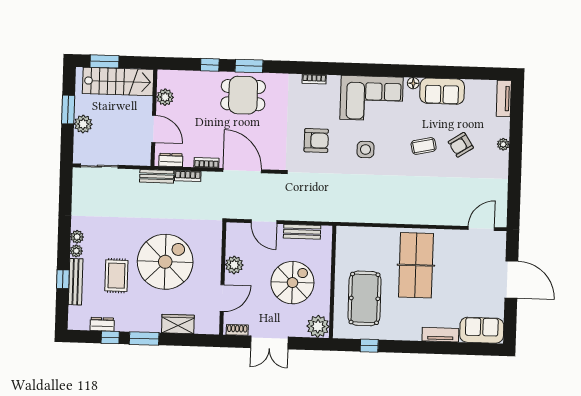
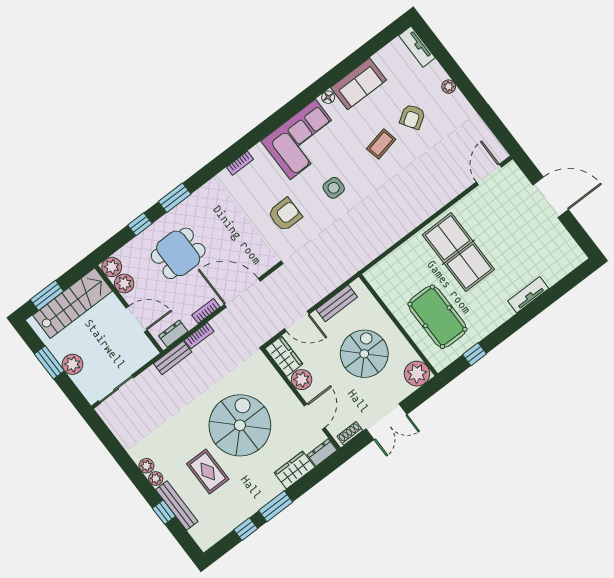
plant: (166, 78) -> (112, 267), added
dining table: (243, 95) -> (178, 253), moved
wardrobe: (235, 239) -> (284, 356), added
dresser: (102, 324) -> (322, 453), moved
sofa: (482, 330) -> (561, 262), removed

